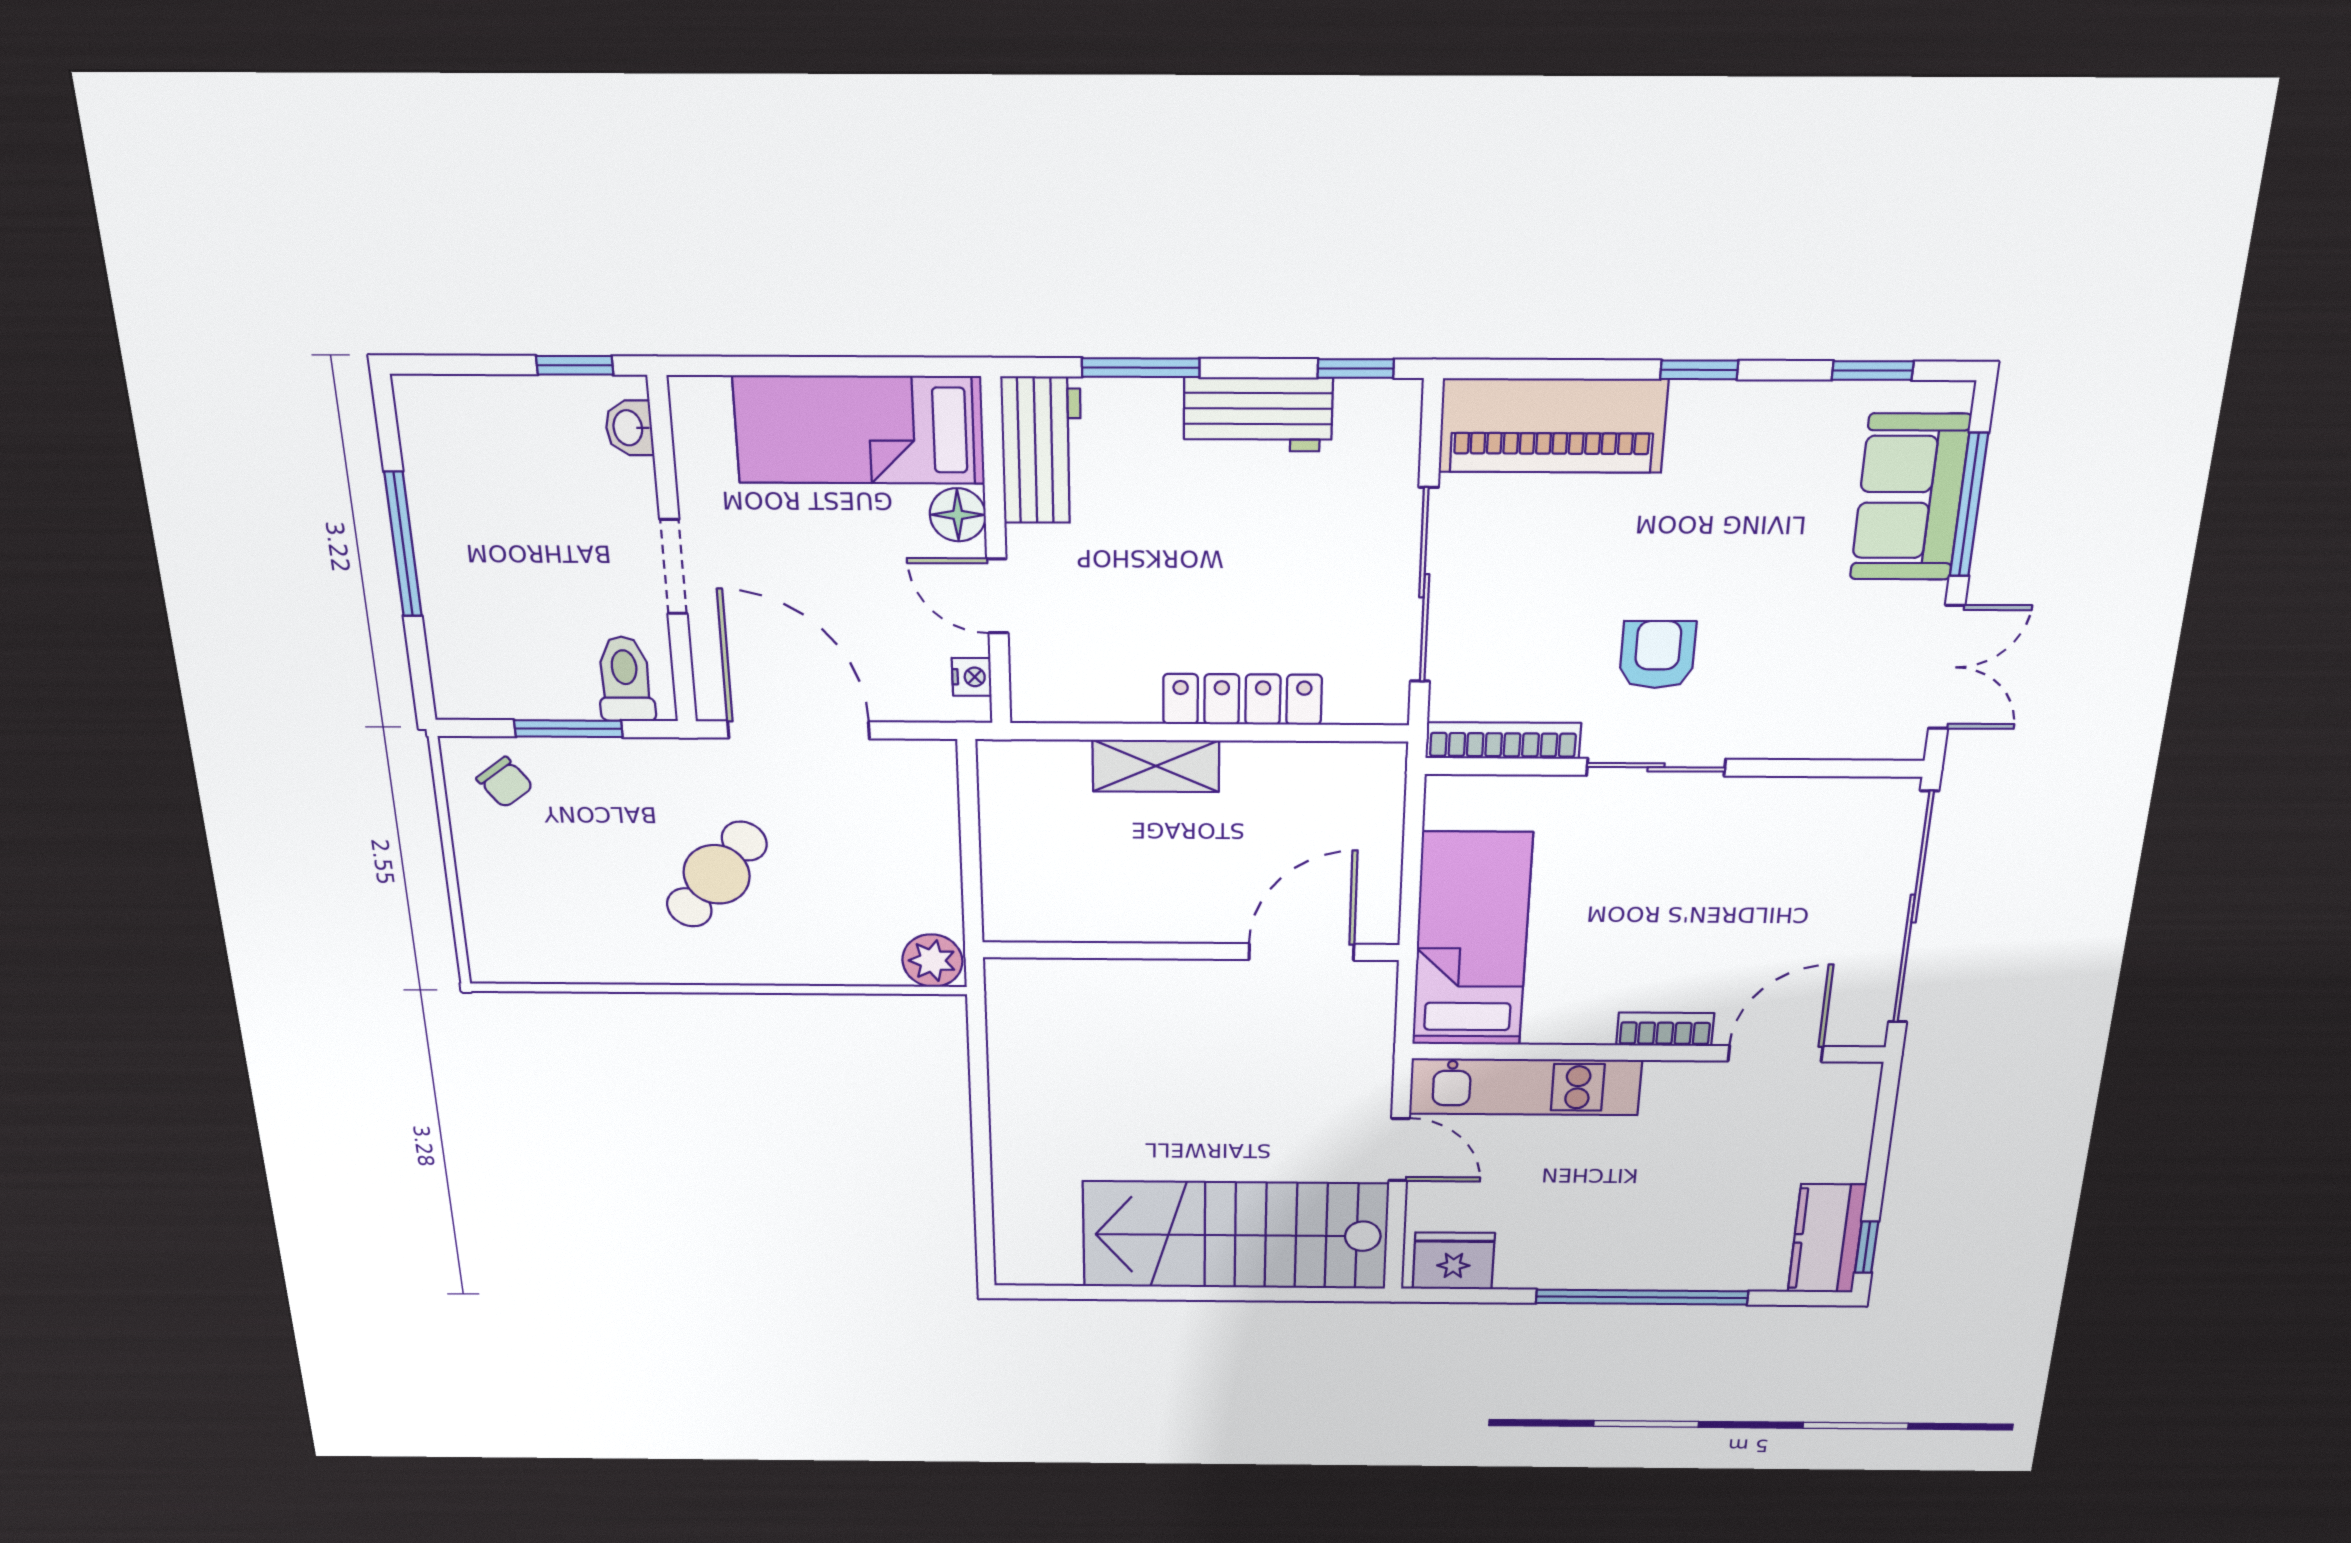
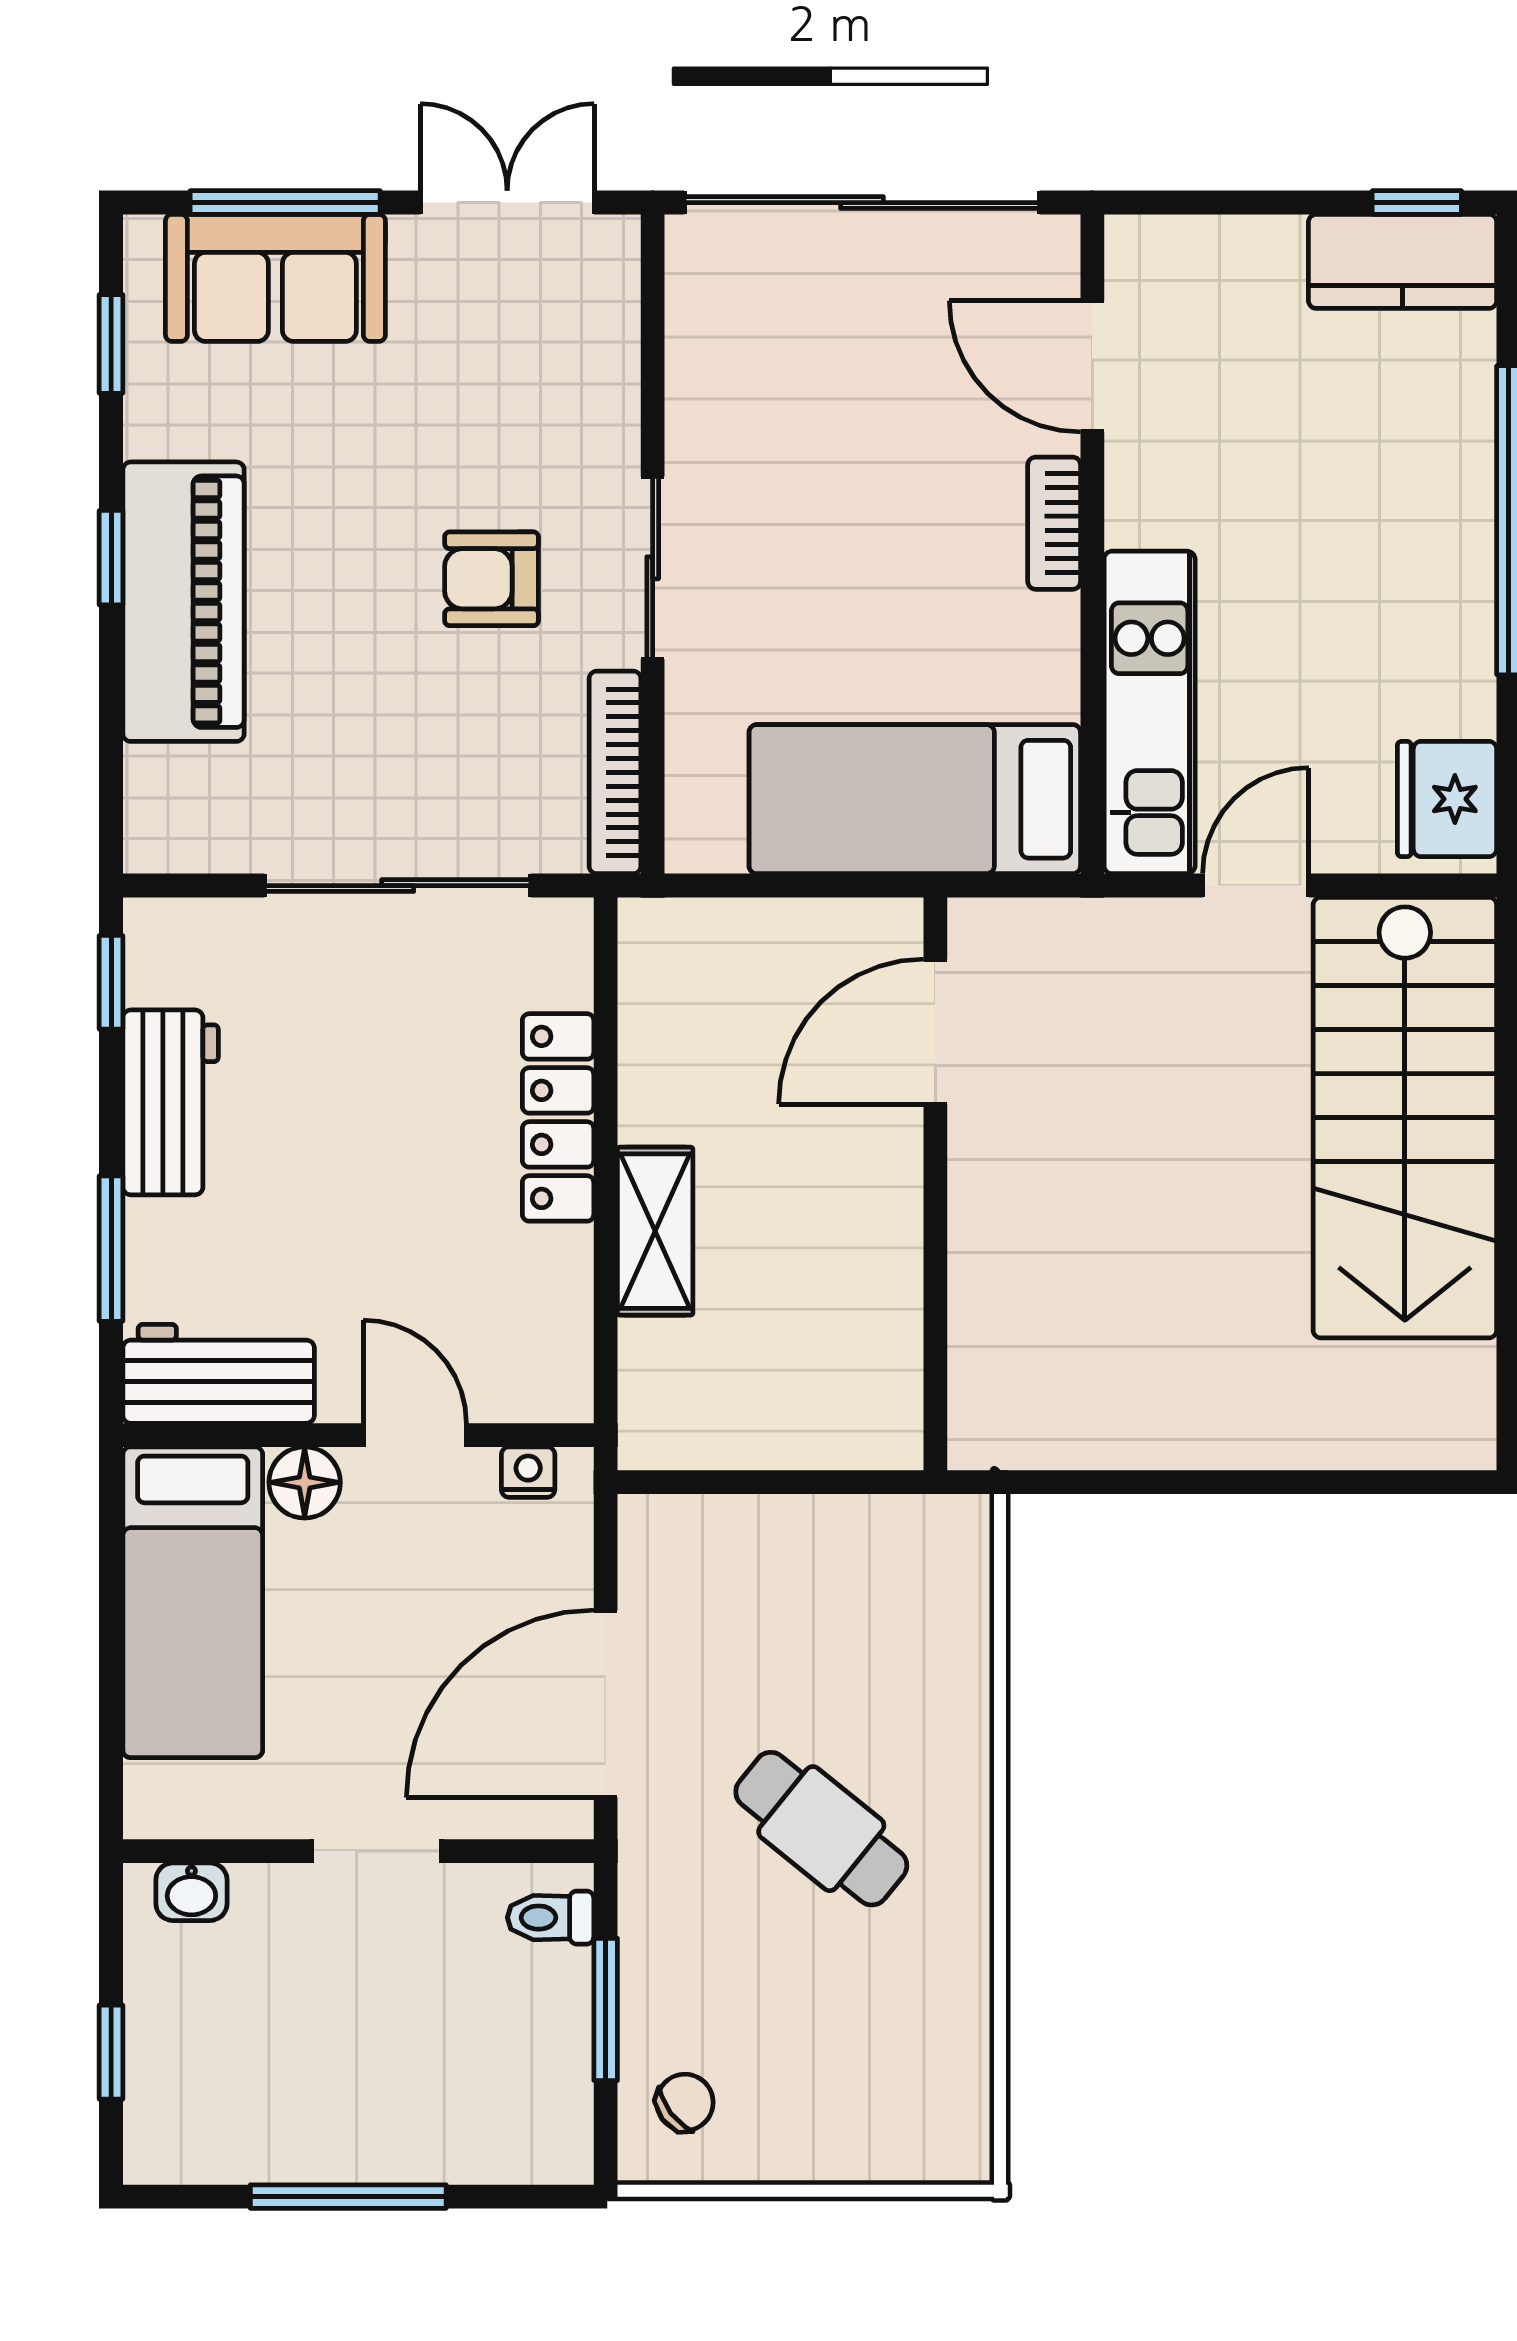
window: (575, 365) -> (111, 2052), moved
piano: (1553, 426) -> (184, 602), moved
door: (997, 596) -> (415, 1435), swing flipped
toilet: (625, 679) -> (551, 1918), width x0.73, depth x0.72
door: (1301, 952) -> (935, 1032), hinge flipped
plant: (932, 961) -> (953, 1540), removed

